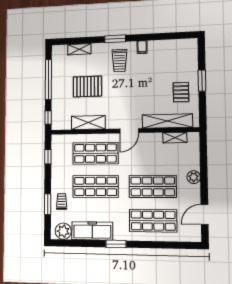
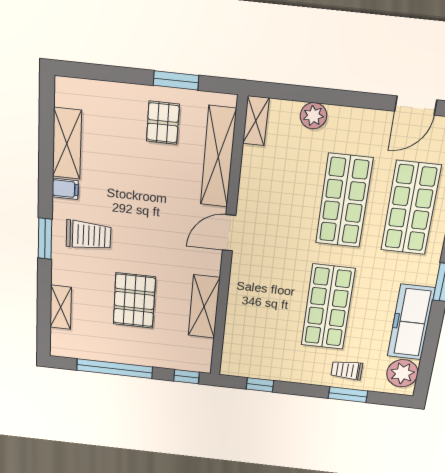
shelving: (165, 46) -> (67, 143), added
window: (202, 81) -> (176, 80), moved
pallet: (181, 92) -> (163, 123), turned 90
door: (129, 131) -> (229, 233), swing flipped
shelving: (175, 138) -> (256, 121), moved
shop shelf: (95, 153) -> (265, 300), removed
plant: (194, 177) -> (313, 116), moved
door: (205, 214) -> (416, 106), hinge flipped

